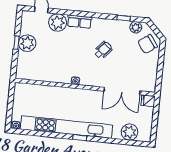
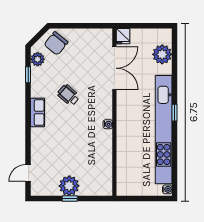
row of seats: (80, 22) -> (37, 112), moved
plant: (58, 23) -> (41, 152), removed
chair: (148, 44) -> (56, 43), turned 75

